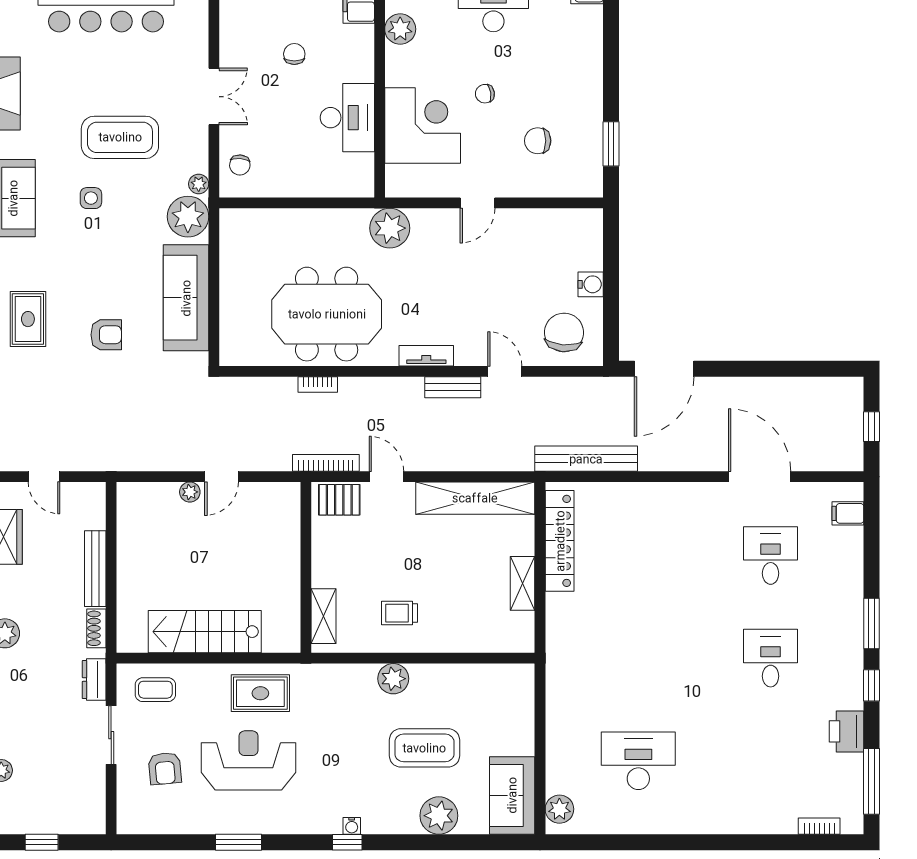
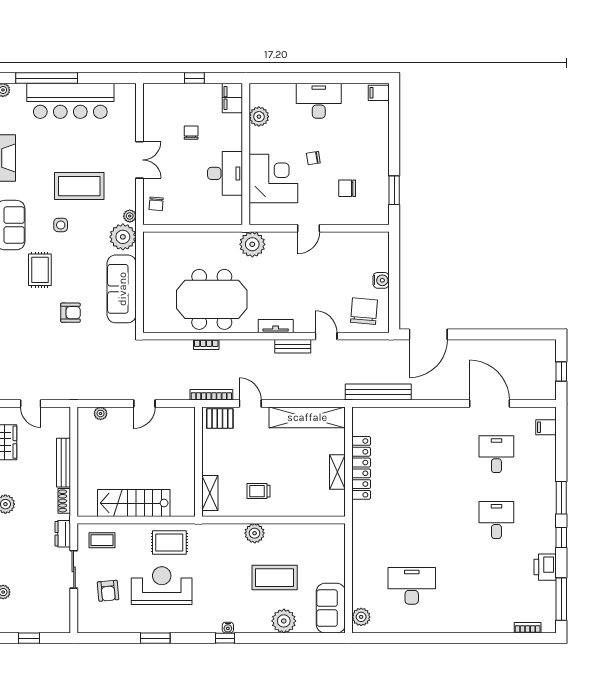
rug: (28, 319) -> (40, 270), moved
plant: (190, 492) -> (101, 413), moved
locker: (560, 541) -> (361, 468), moved

